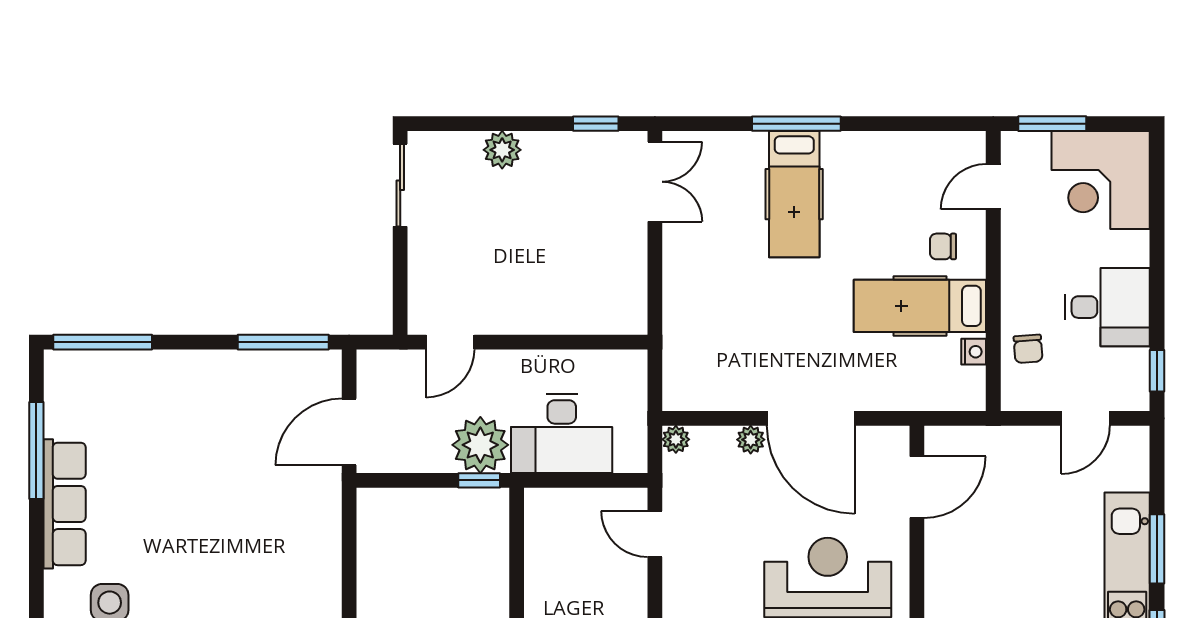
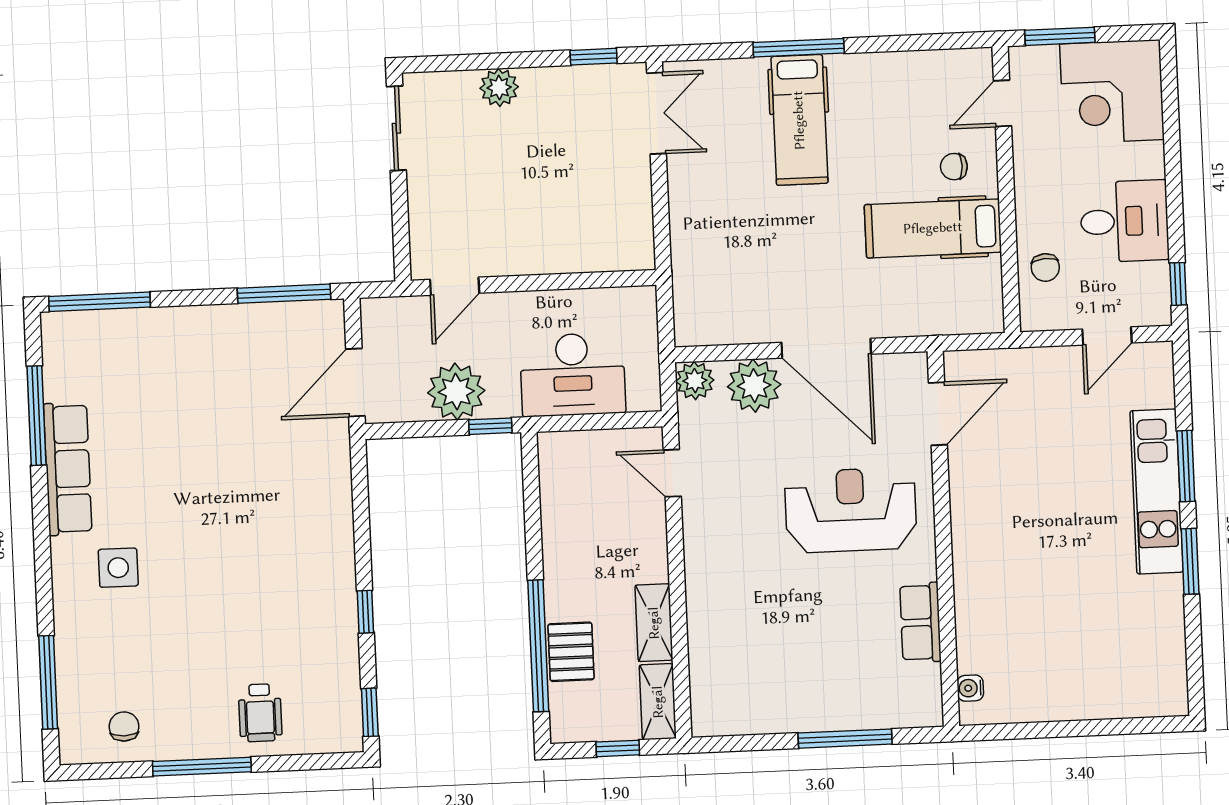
nightstand: (974, 352) -> (990, 273), removed
plant: (676, 439) -> (695, 381), width x1.38, depth x1.38
plant: (751, 440) -> (754, 386), width x1.88, depth x1.88
plant: (480, 445) -> (456, 392), moved

